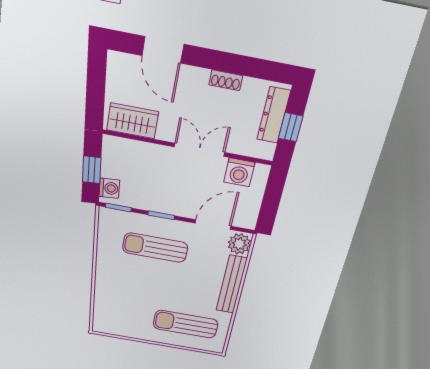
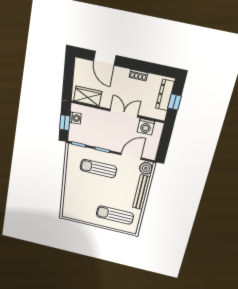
washing machine: (109, 188) -> (75, 118), moved

